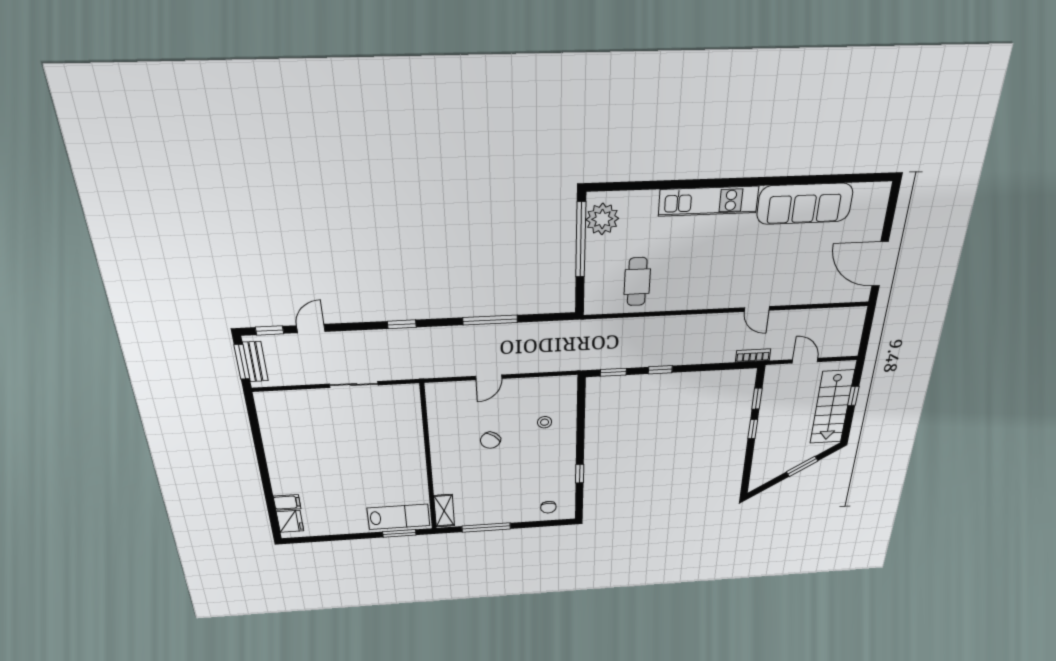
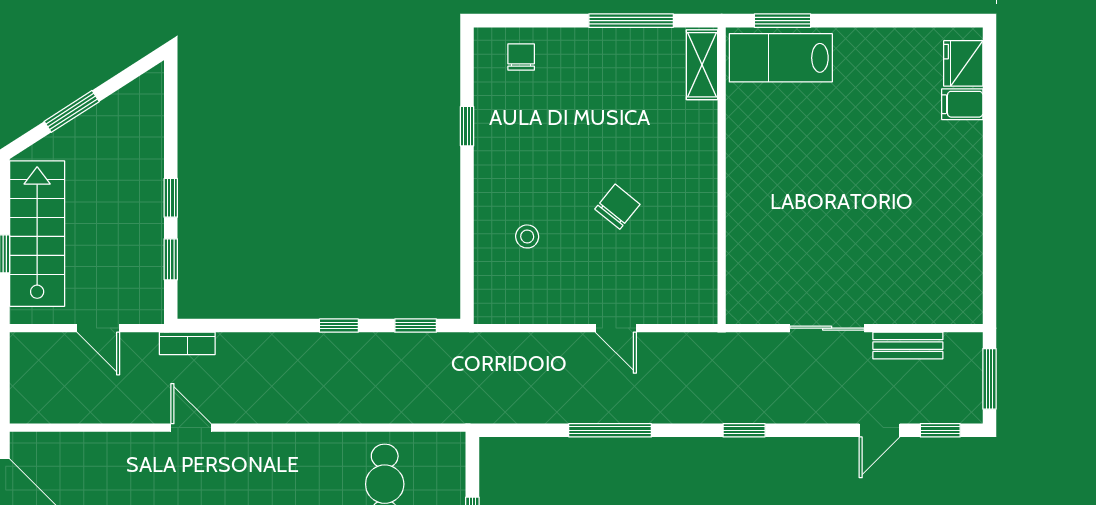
bench: (255, 362) -> (908, 346), moved, turned 90
door: (489, 377) -> (616, 328), swing flipped

